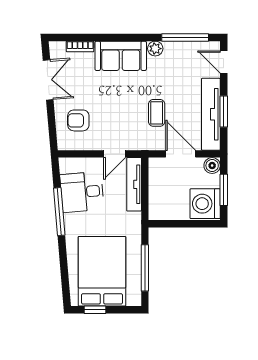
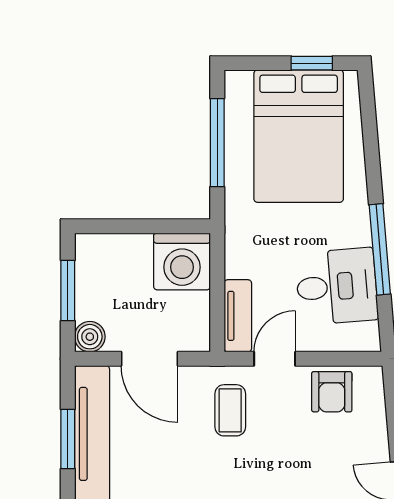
coffee table: (157, 113) -> (230, 410), moved
armchair: (78, 120) -> (332, 392), moved, turned 90
tv unit: (134, 184) -> (238, 316), width x0.71
washing machine: (205, 204) -> (182, 261), moved, turned 90

